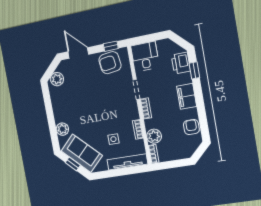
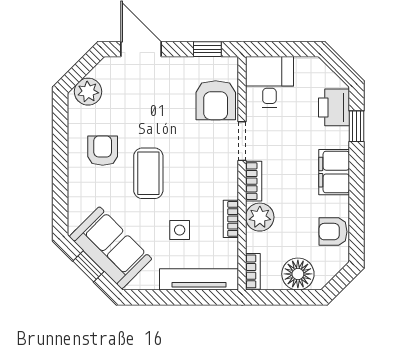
armchair: (110, 63) -> (216, 100), moved, turned -83
armchair: (69, 107) -> (103, 151), added
coffee table: (93, 114) -> (148, 173), added
armchair: (191, 127) -> (333, 232), turned -90
plant: (62, 129) -> (80, 193), removed
plant: (154, 136) -> (260, 217), moved
floor lamp: (177, 152) -> (298, 274), added

